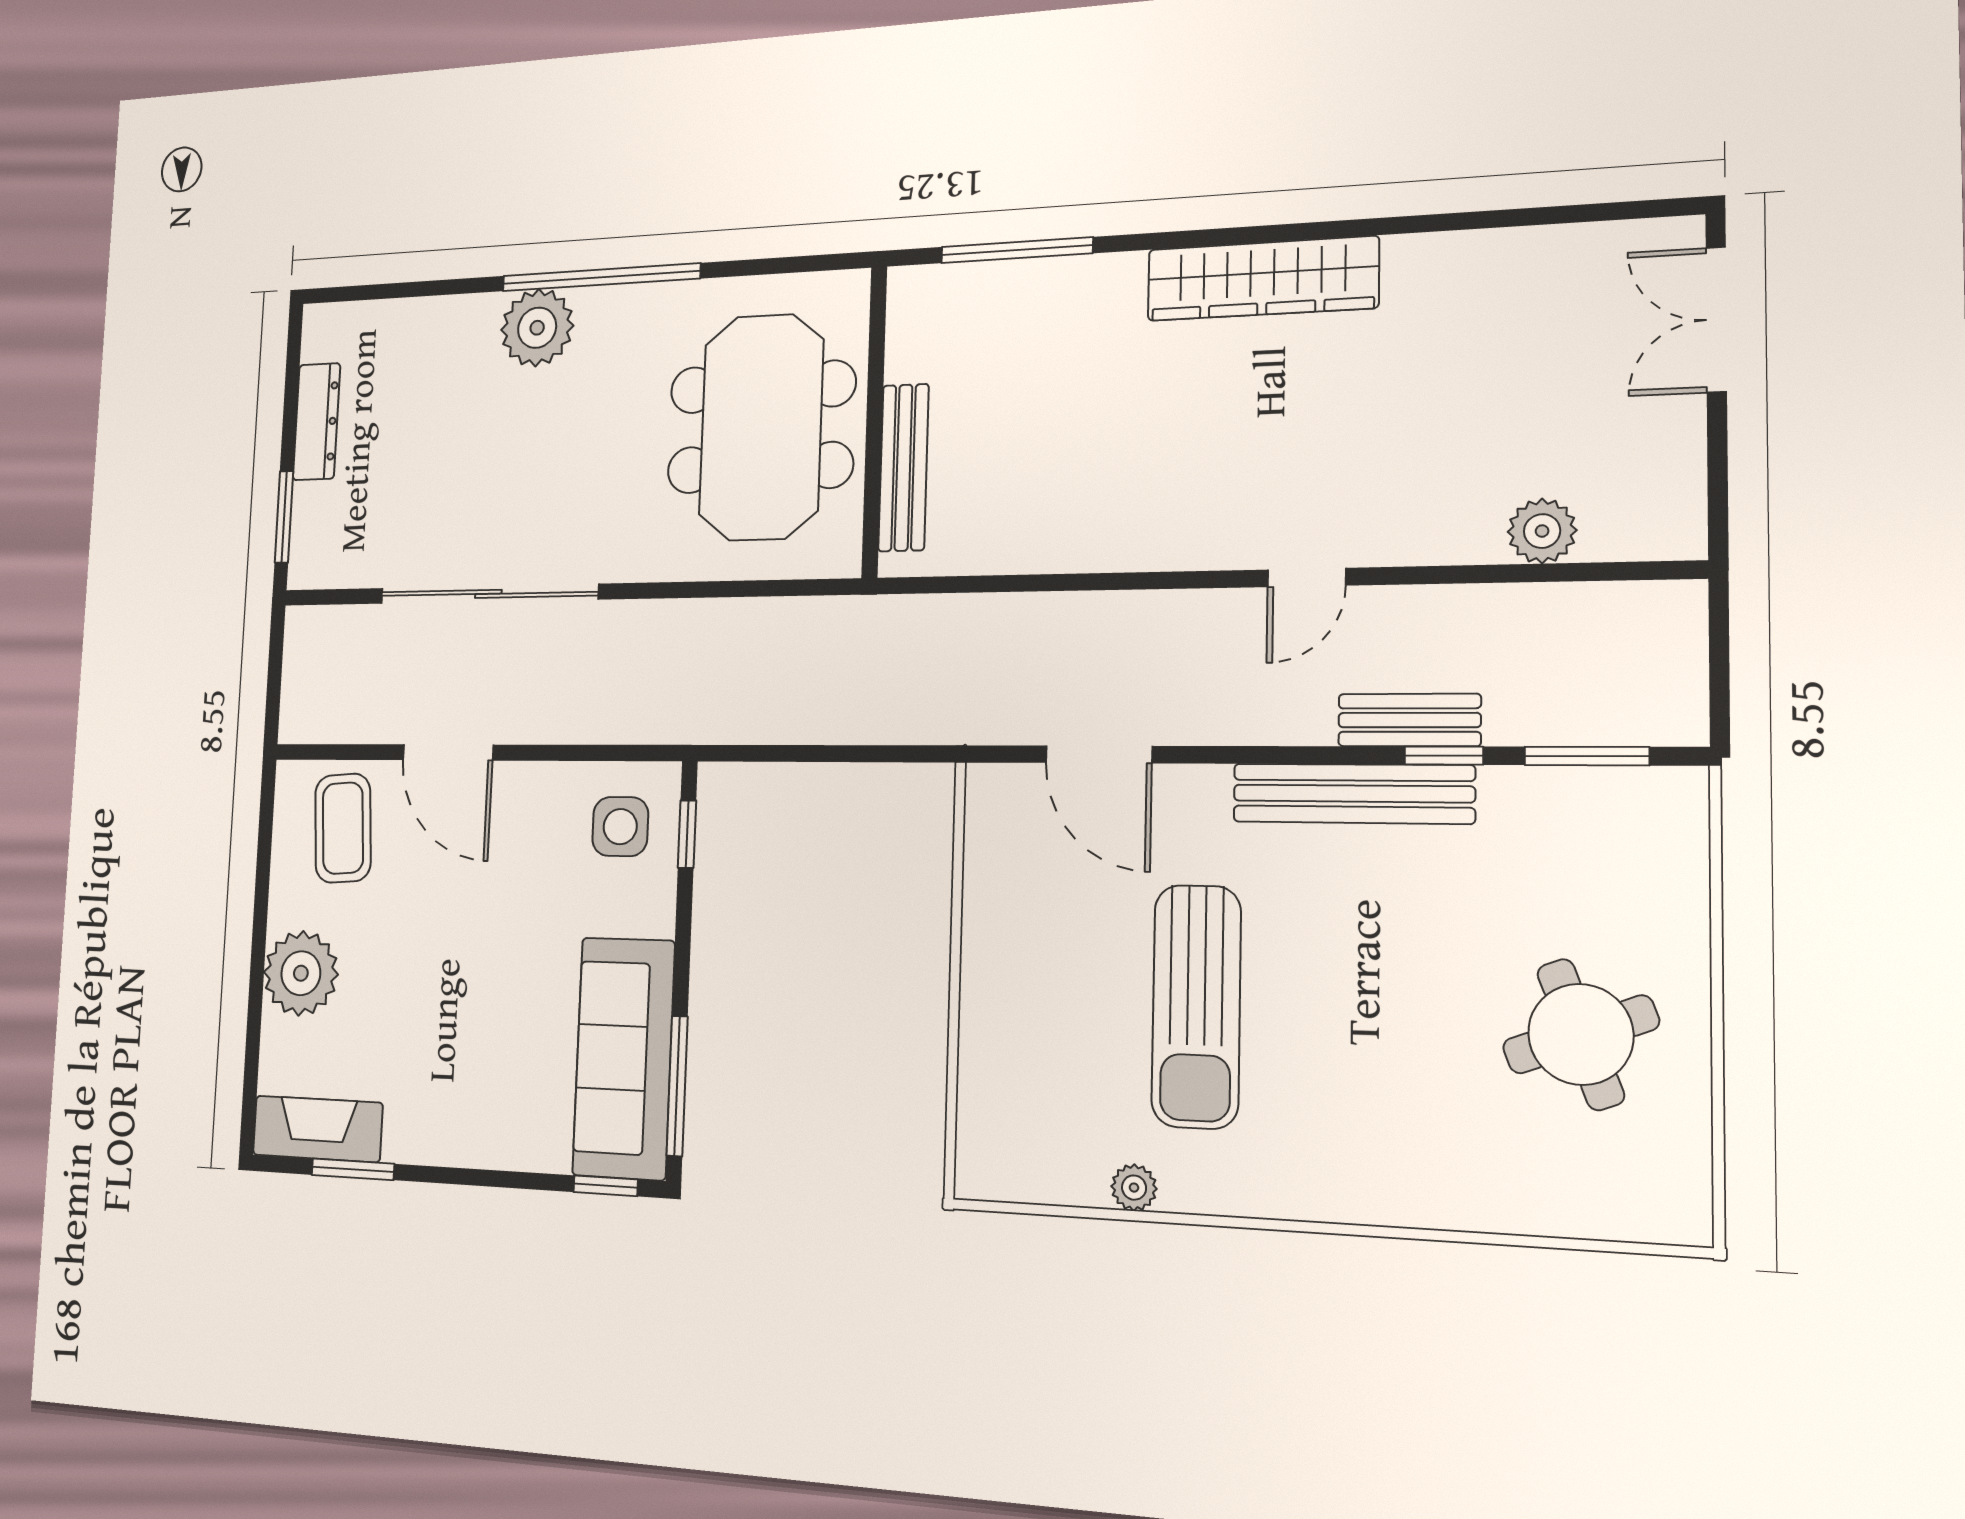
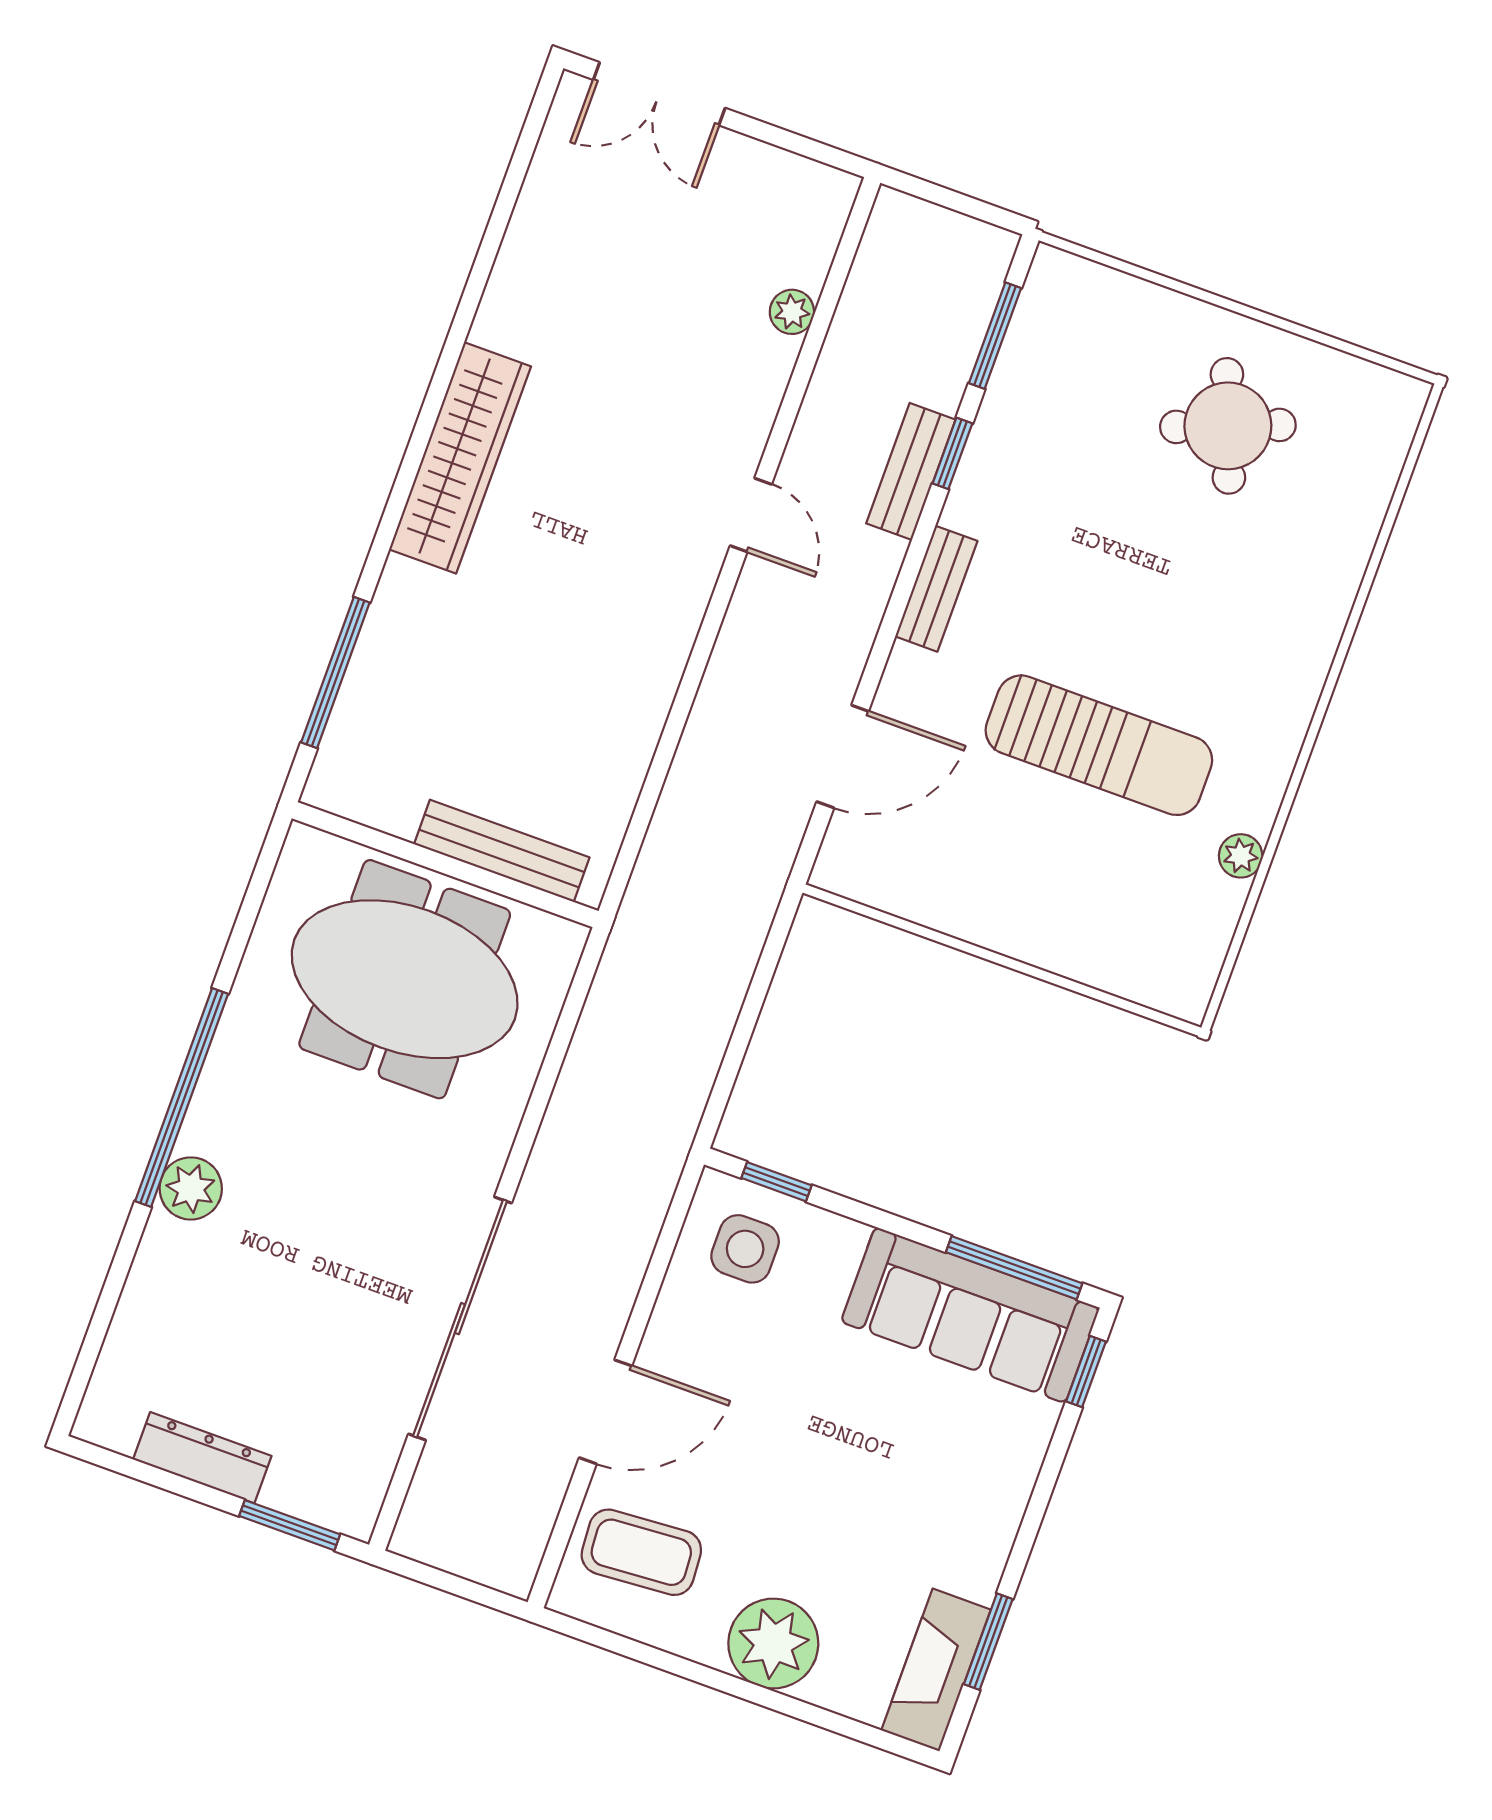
plant: (537, 328) -> (191, 1188), width x0.73, depth x0.73
plant: (1542, 531) -> (792, 312), width x0.73, depth x0.73
bench: (1353, 794) -> (936, 589), width x0.54, depth x0.82

